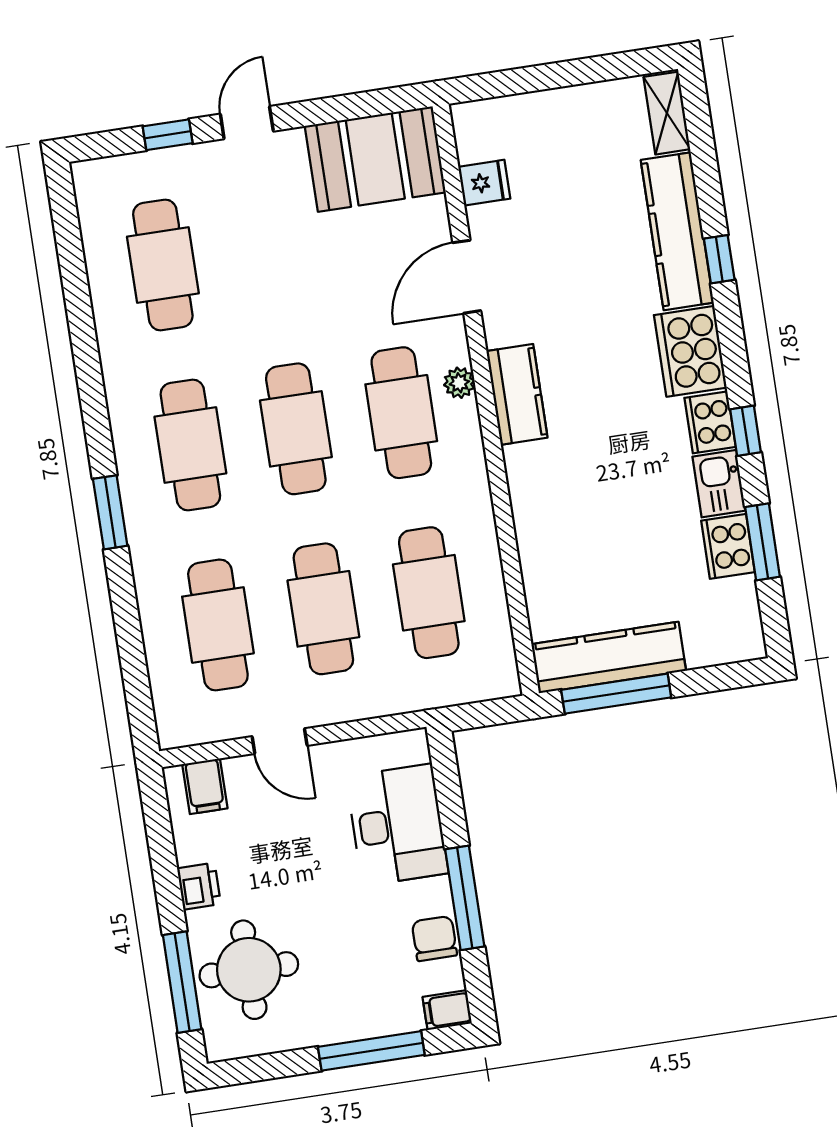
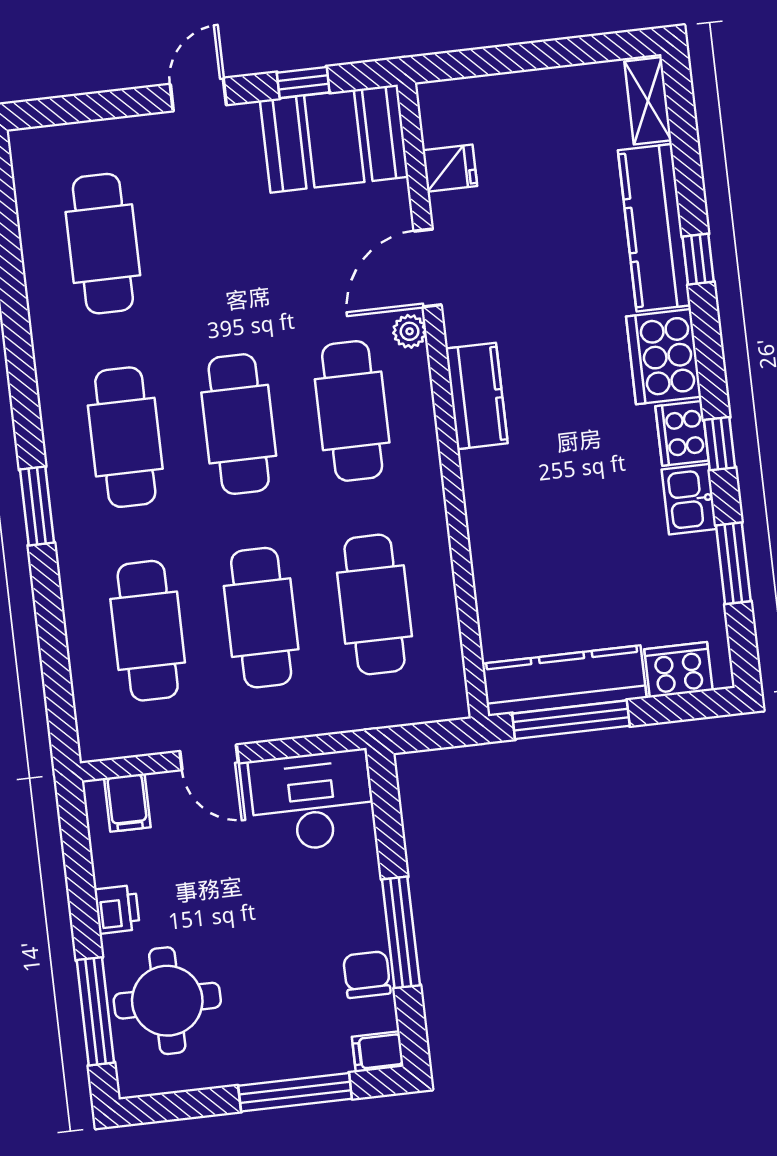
window: (168, 135) -> (303, 82), moved
plant: (459, 383) -> (410, 331), moved
cooker: (728, 546) -> (678, 670), moved, turned 90
desk: (397, 825) -> (312, 801), moved, turned -90

